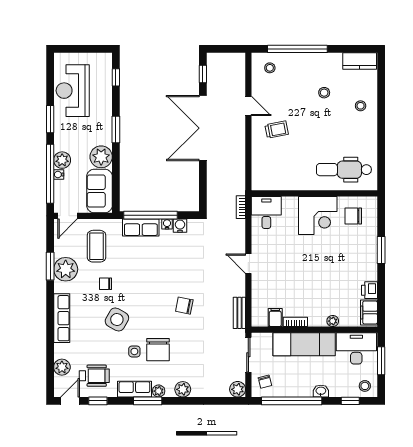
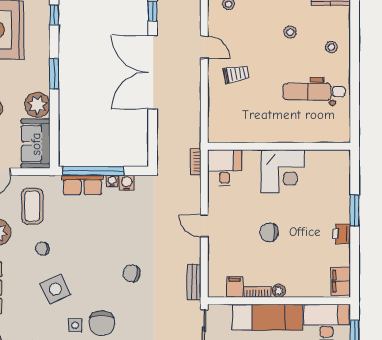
dental chair: (344, 170) -> (314, 92), moved
chair: (353, 216) -> (269, 232), moved
printer: (369, 290) -> (341, 234), moved
side table: (117, 320) -> (55, 289), turned 35
plant: (333, 321) -> (279, 291), moved

